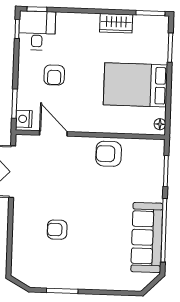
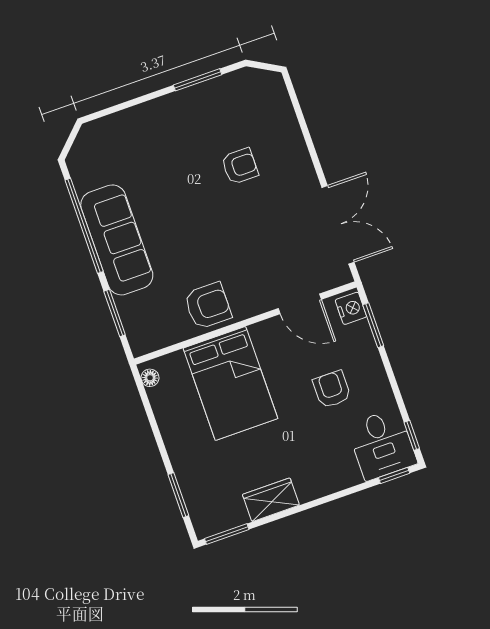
bed: (136, 85) -> (230, 383), moved, turned 90
sofa: (147, 237) -> (117, 240), moved

